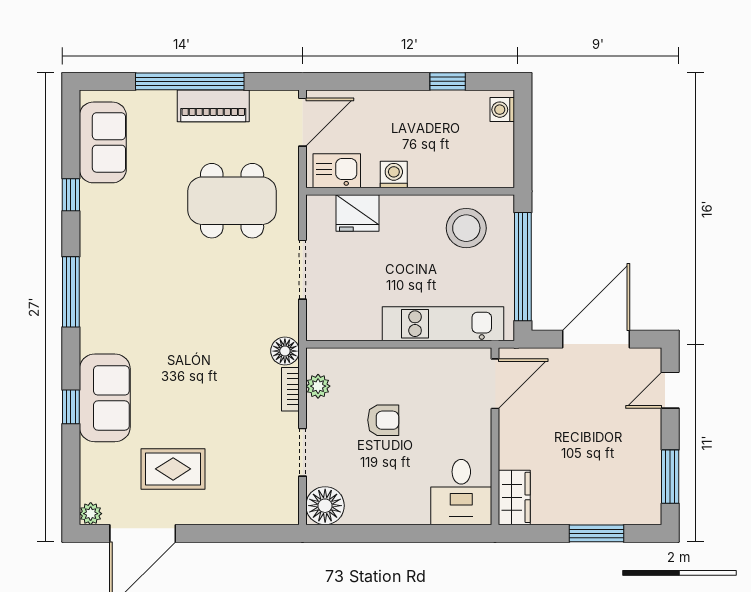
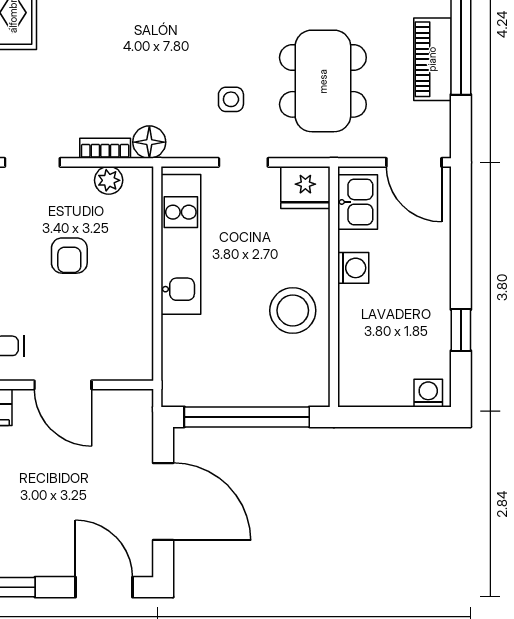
fridge: (357, 213) -> (305, 187), moved, turned -90
stool: (466, 228) -> (293, 310), moved
doorway: (302, 270) -> (243, 162), width x0.73
side table: (248, 280) -> (231, 99), added
kitchen unit: (443, 324) -> (181, 244), moved
door: (495, 384) -> (63, 385), moved
door: (670, 390) -> (104, 587), width x1.38

